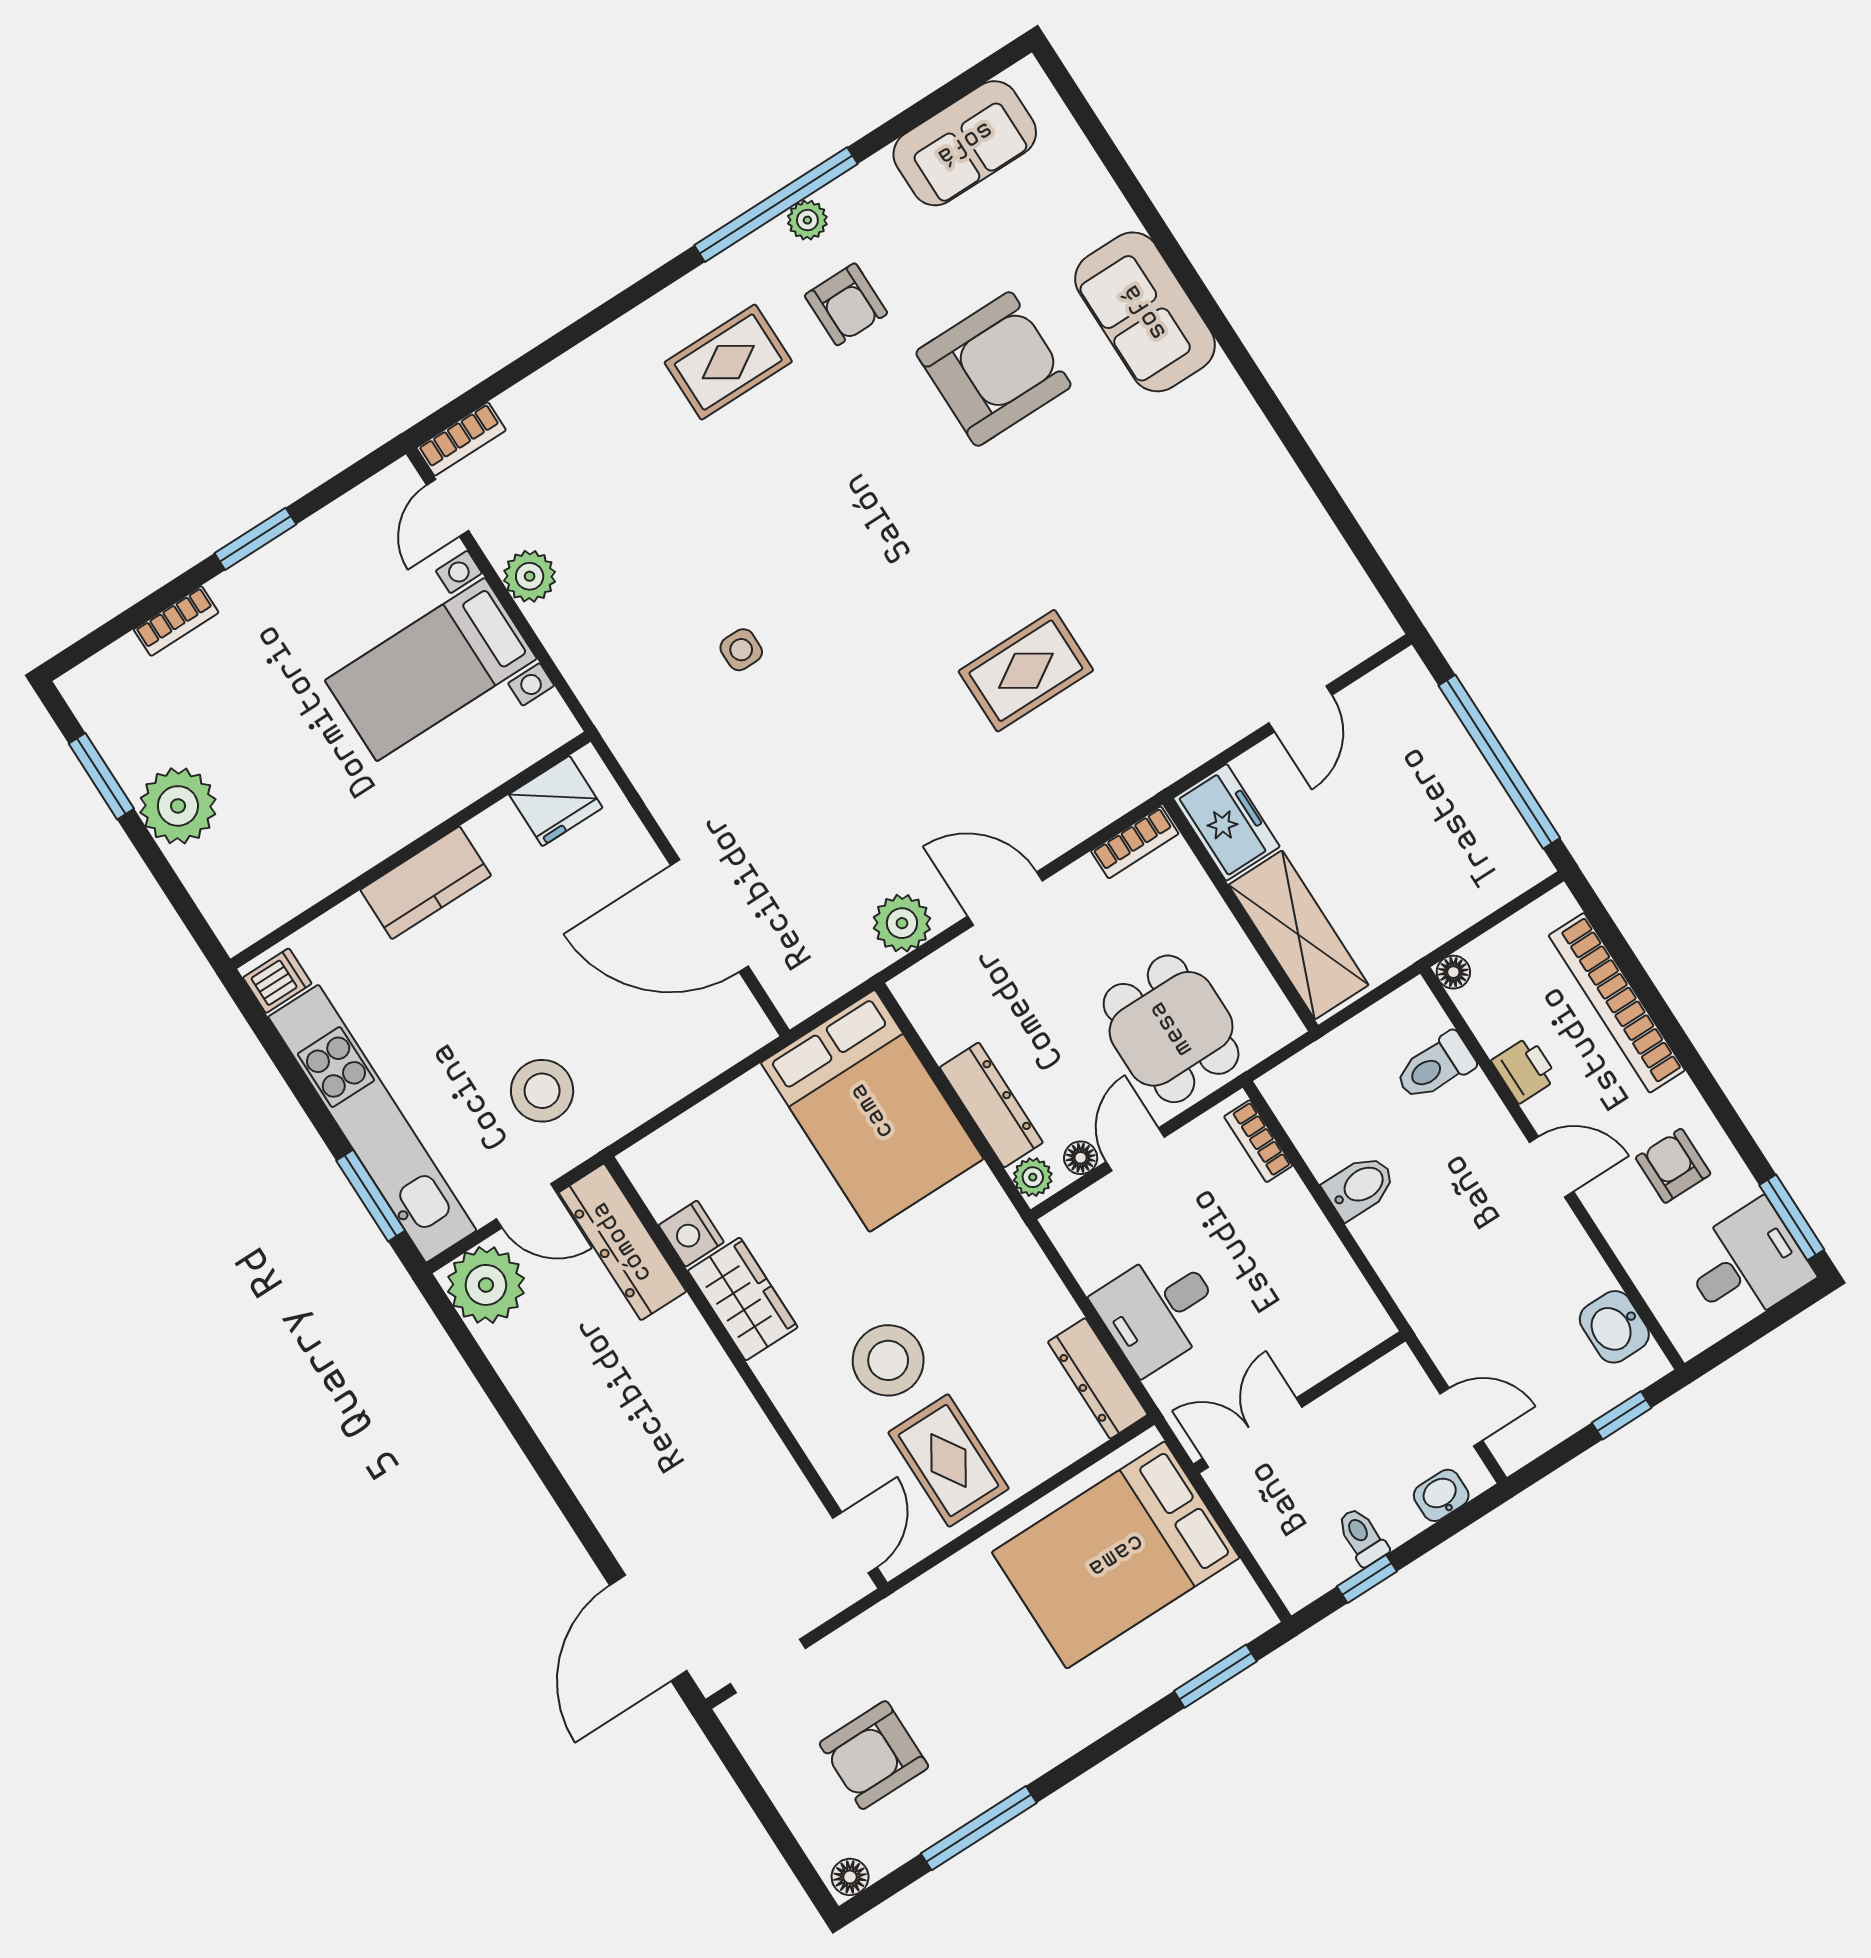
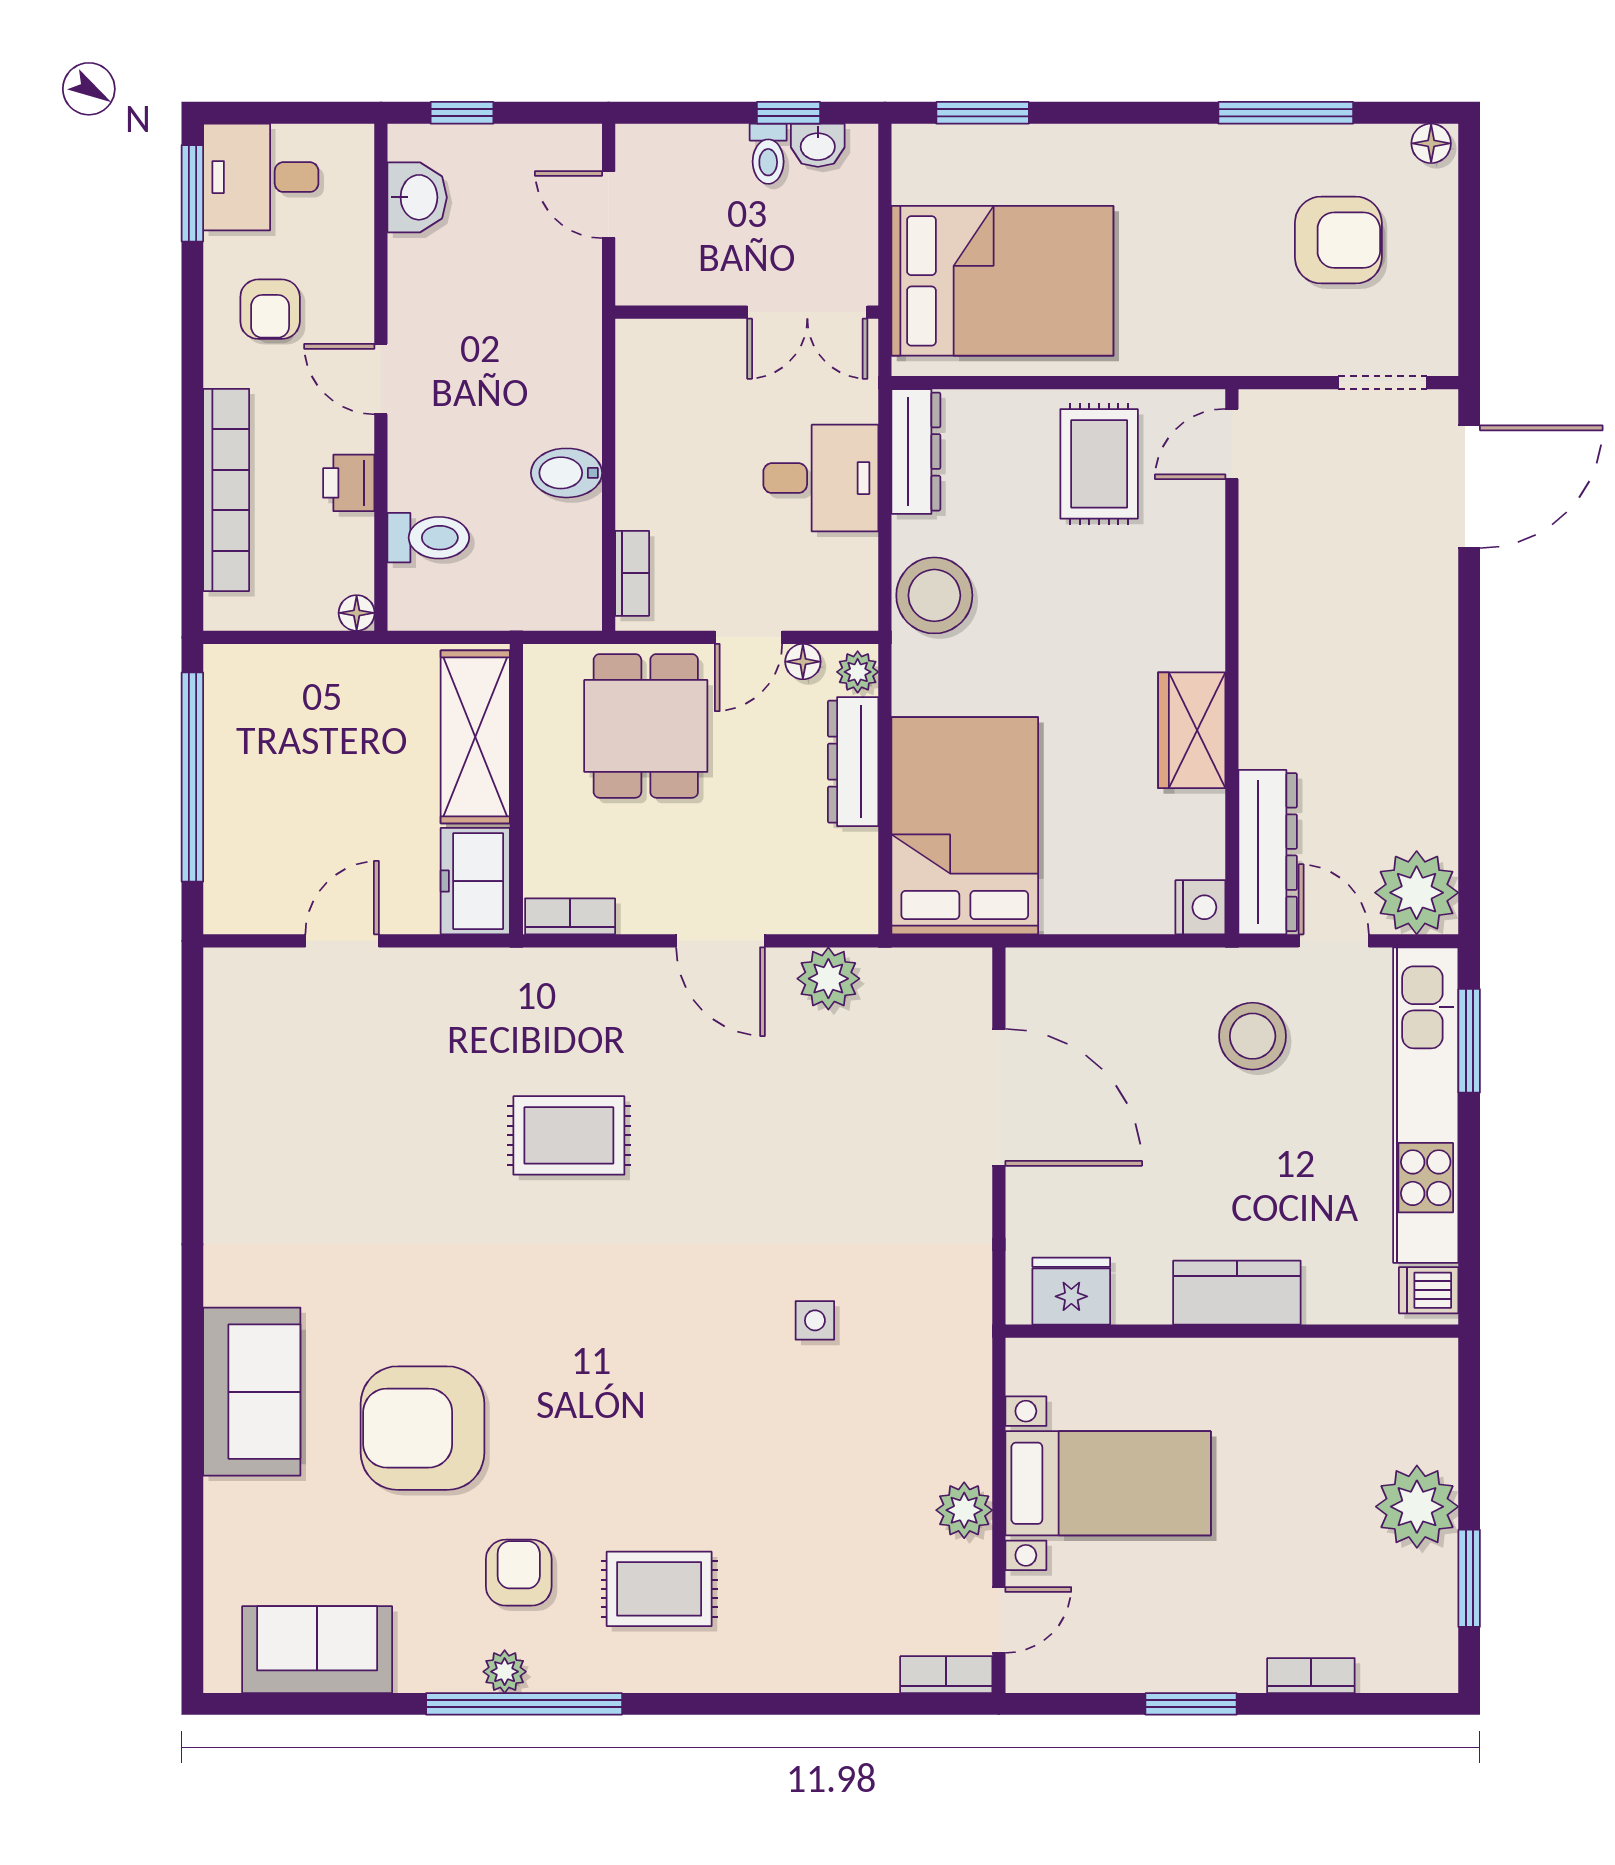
nightstand: (691, 1234) -> (1200, 907), moved
stool: (888, 1360) -> (934, 595), moved
washbasin: (1441, 1495) -> (818, 145), moved

